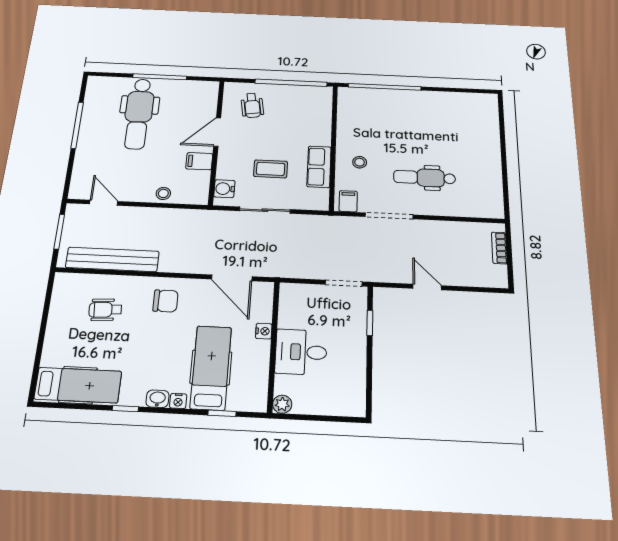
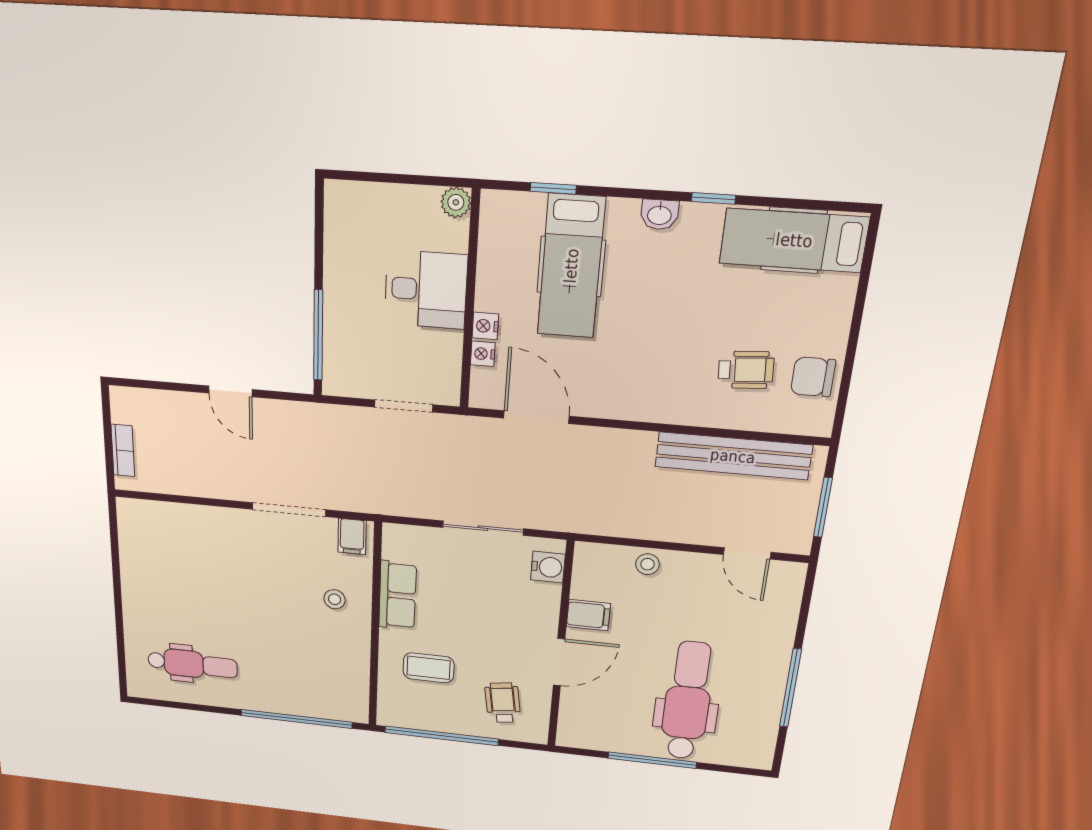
coffee table: (271, 169) -> (429, 668), moved
dental chair: (425, 178) -> (193, 664), moved
doorway: (344, 283) -> (404, 406), moved
chair: (165, 301) -> (813, 377), moved
window: (370, 323) -> (318, 335), width x2.17
nightstand: (178, 401) -> (483, 354), moved, turned -90

